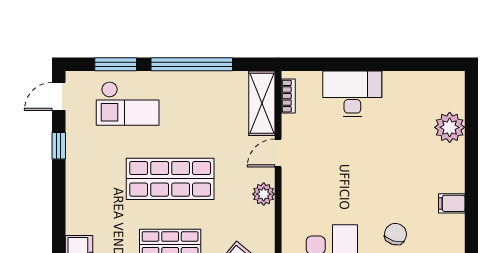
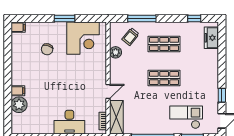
shop shelf: (170, 179) -> (164, 78), width x0.70, depth x0.74
plant: (264, 194) -> (116, 52), moved
filing cabinet: (452, 203) -> (18, 91), moved

